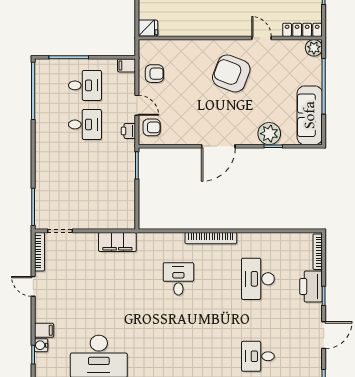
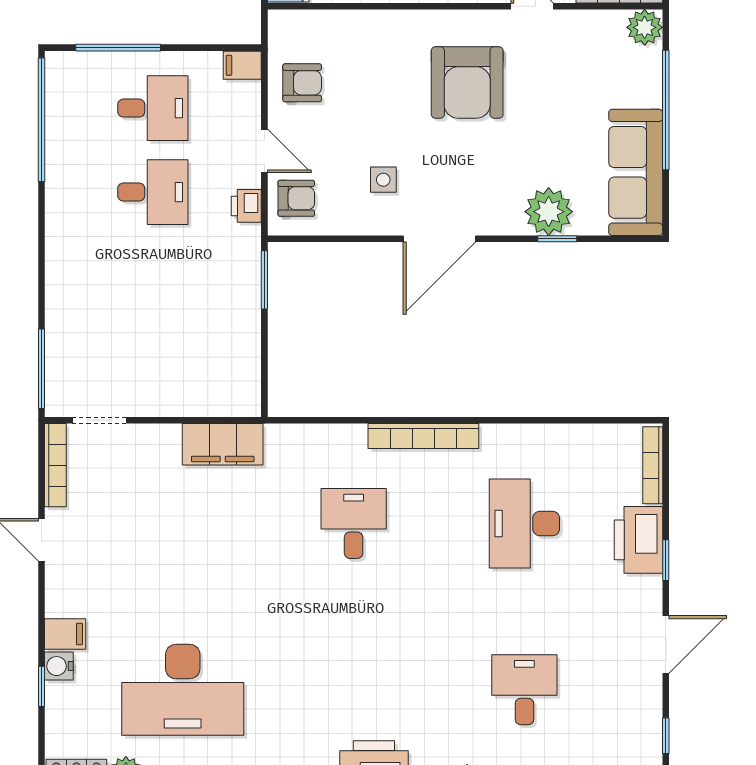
armchair: (231, 73) -> (467, 82), turned -111
side table: (192, 119) -> (383, 180), added
desk: (258, 356) -> (524, 690), turned 90

